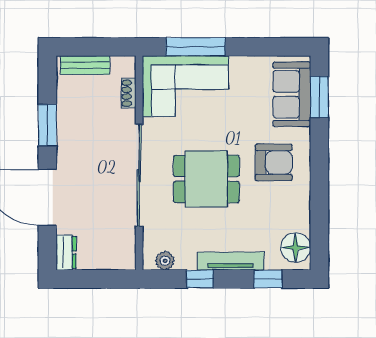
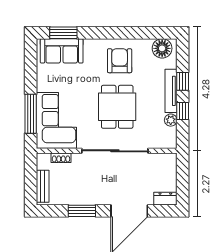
armchair: (274, 162) -> (120, 61), moved
plant: (165, 261) -> (171, 120), moved
window: (268, 279) -> (183, 81), moved

